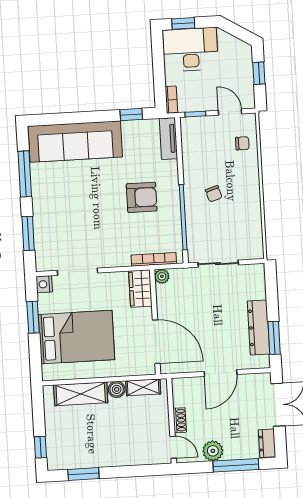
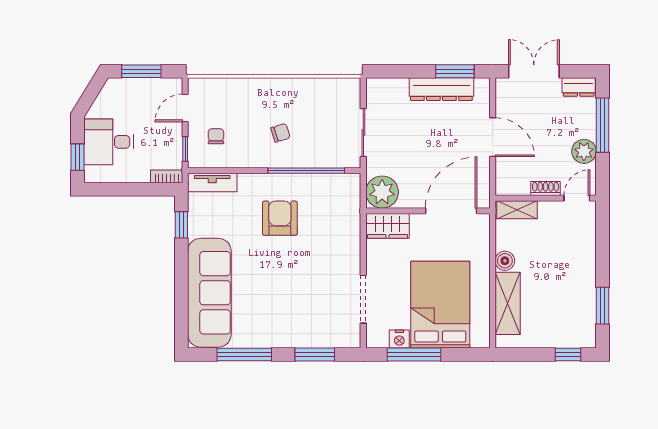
desk: (191, 49) -> (109, 142), width x0.73
window: (259, 73) -> (141, 71), width x1.50
chair: (242, 143) -> (216, 136), moved
bookcase: (154, 259) -> (354, 208), removed
plant: (162, 276) -> (382, 192), width x1.88, depth x1.88
nightstand: (44, 284) -> (399, 339), moved
window: (33, 317) -> (414, 355), width x1.44
shelving: (143, 387) -> (517, 210), moved, turned 90

